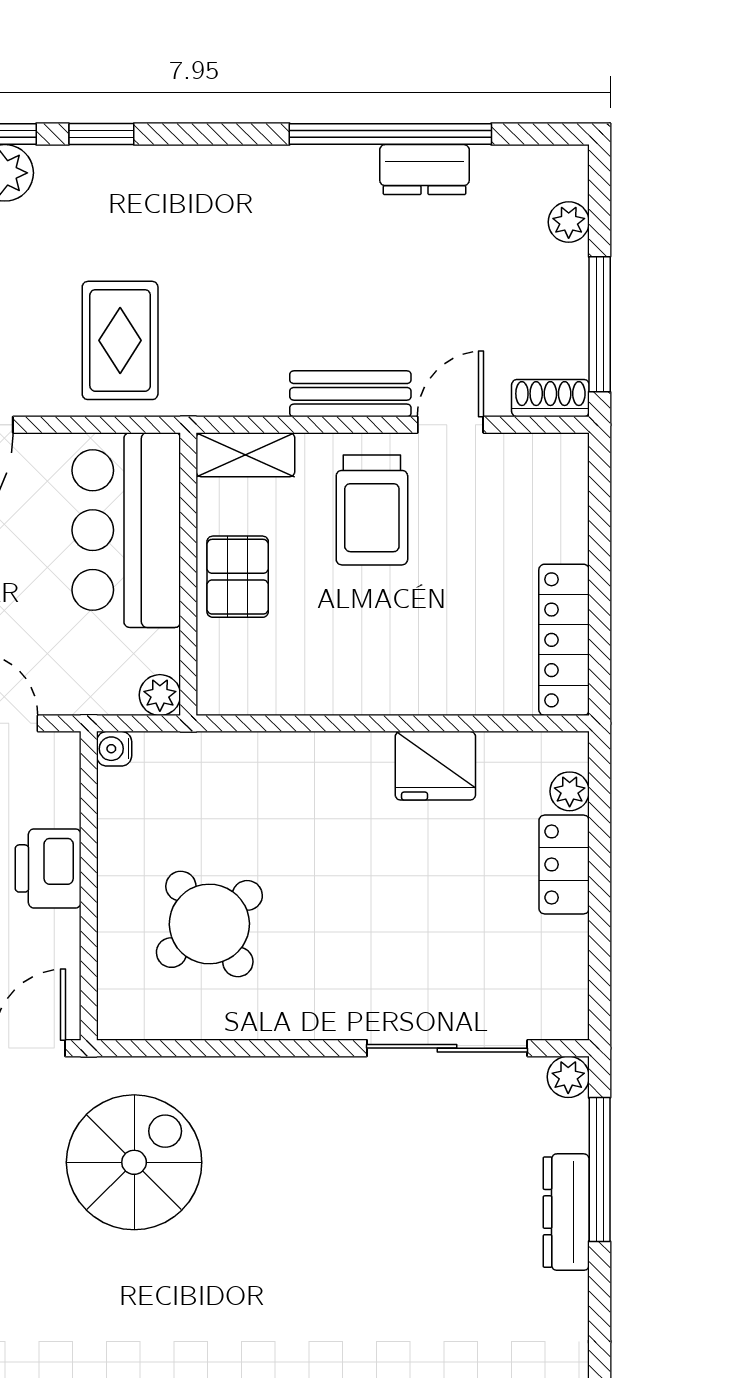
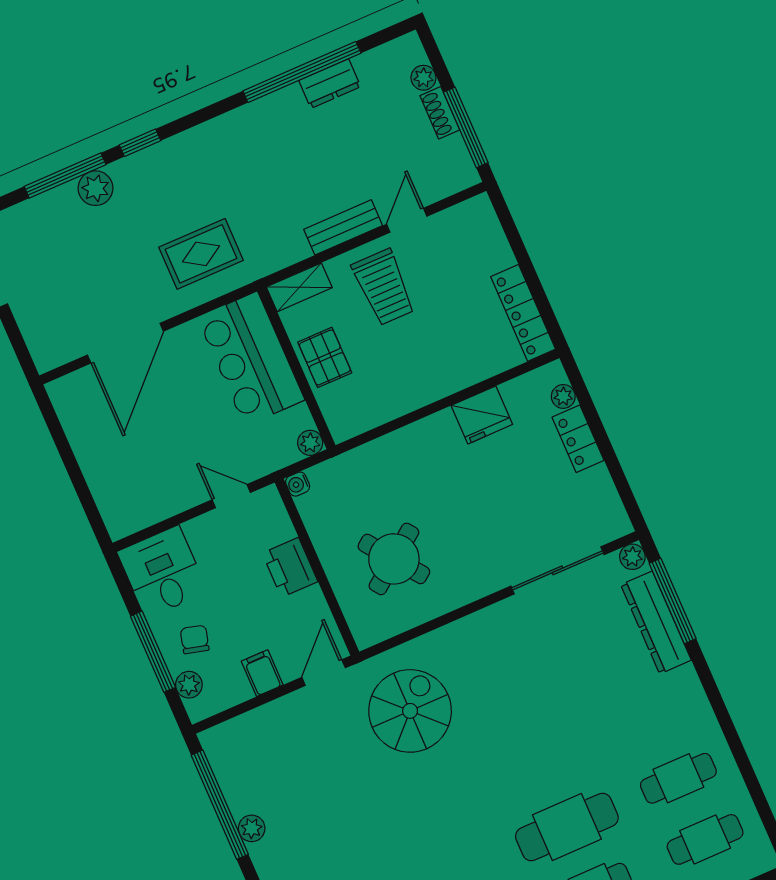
rug: (120, 340) -> (201, 254), turned 90
shoe rack: (550, 398) -> (440, 113), moved, turned -90
dresser: (566, 1212) -> (656, 622), width x1.37, depth x1.24

